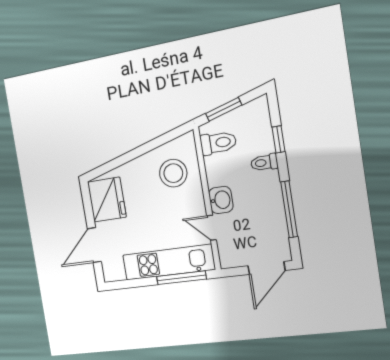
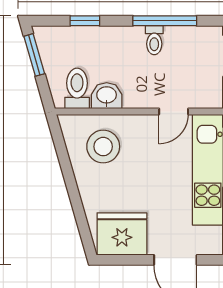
window: (224, 109) -> (34, 55), moved
toilet: (264, 163) -> (154, 40), moved
washbasin: (221, 200) -> (107, 96), moved

